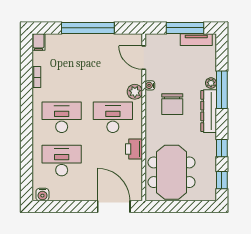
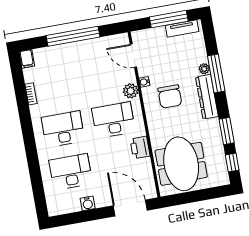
window: (222, 148) -> (227, 131), width x1.50
water cooler: (42, 195) -> (88, 203), moved

